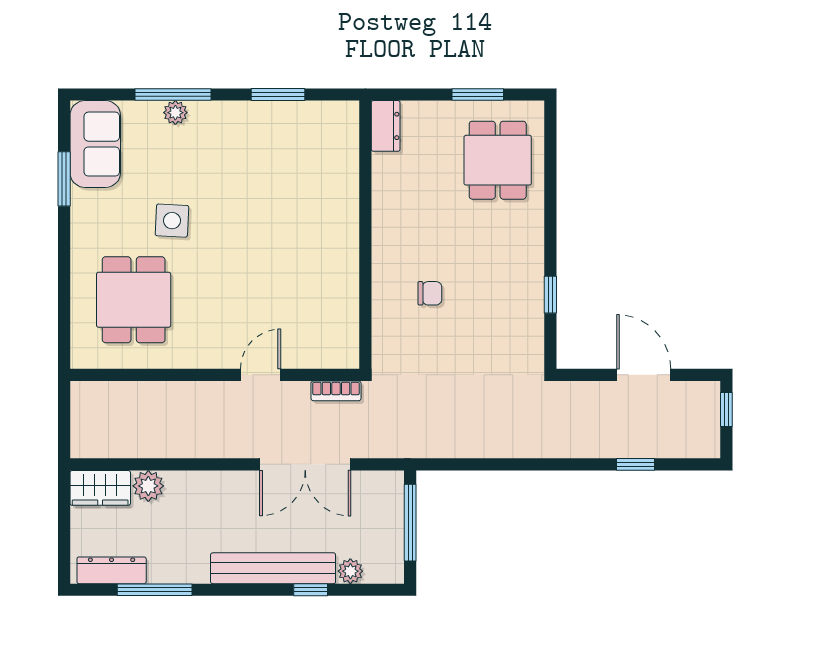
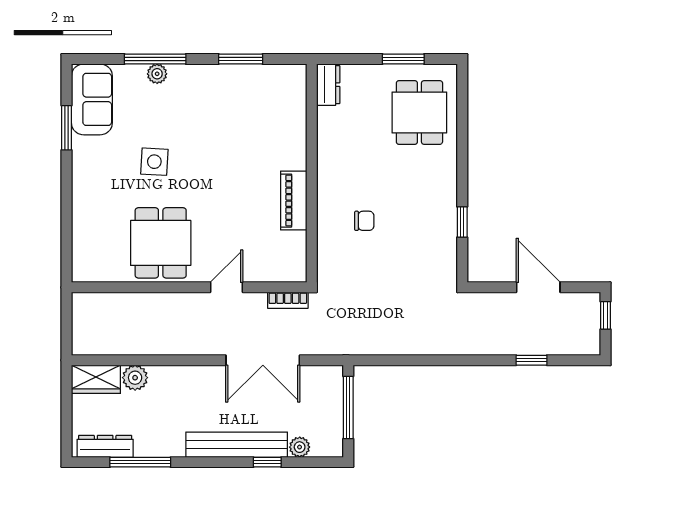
piano: (343, 268) -> (294, 201), added
dining table: (134, 300) -> (161, 243), moved

